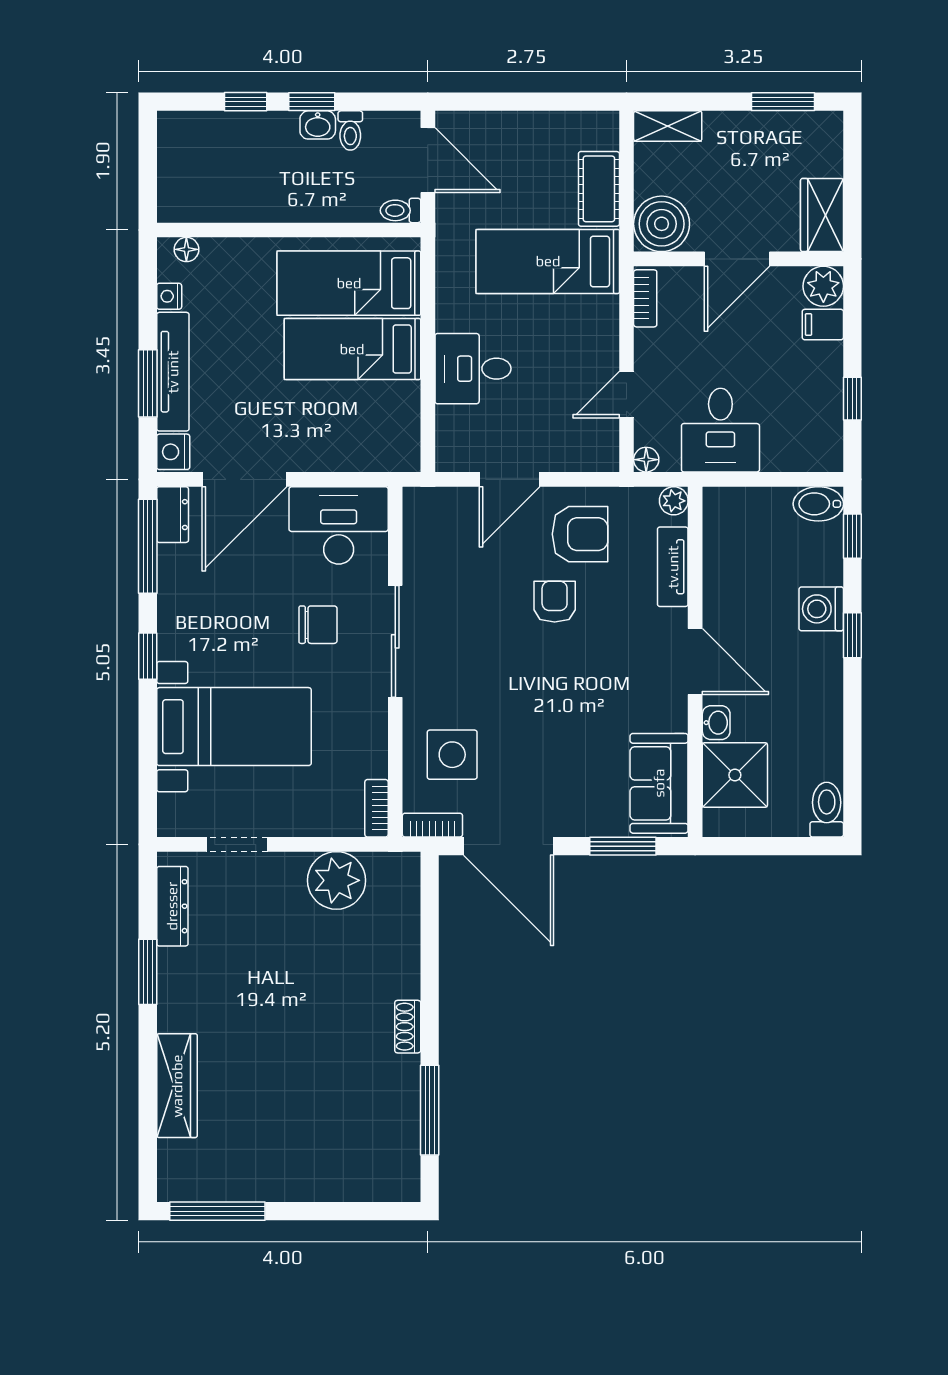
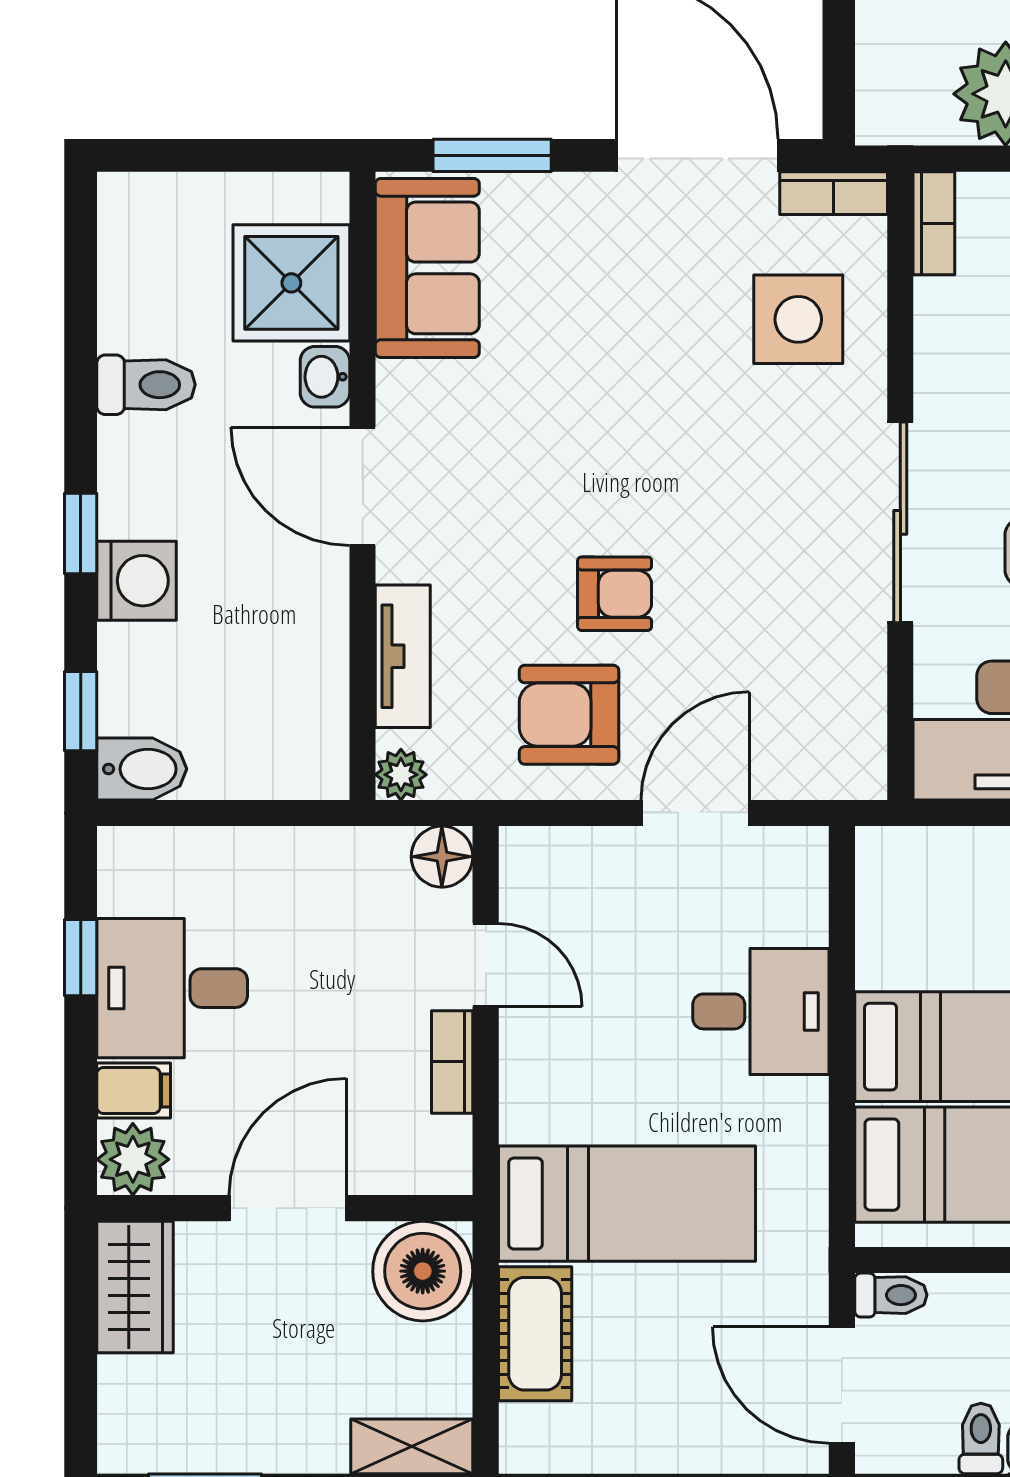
bookcase: (645, 298) -> (452, 1062), moved
door: (627, 395) -> (486, 965), hinge flipped
desk: (720, 430) -> (172, 988), moved, turned -90
floor lamp: (646, 460) -> (442, 857), width x1.37, depth x1.37
armchair: (555, 602) -> (615, 594), turned -90
toilet: (827, 810) -> (146, 385), moved, turned -90

